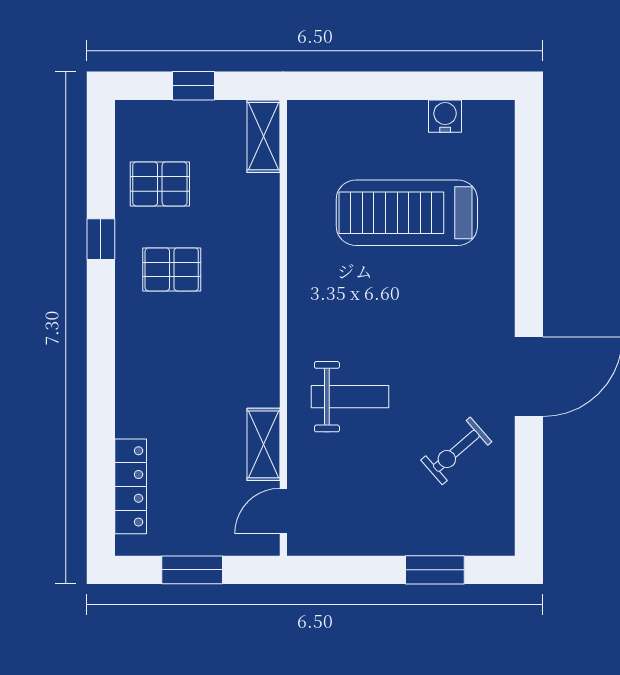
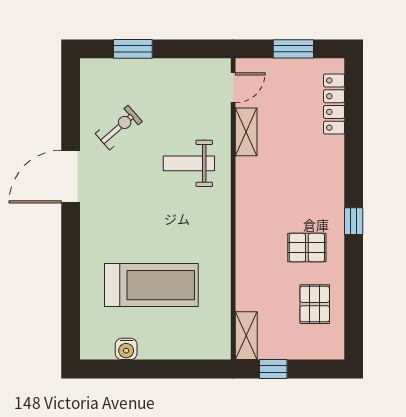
window: (193, 86) -> (273, 369), moved
pallet: (160, 184) -> (315, 304), turned 90
window: (101, 239) -> (354, 221), moved

